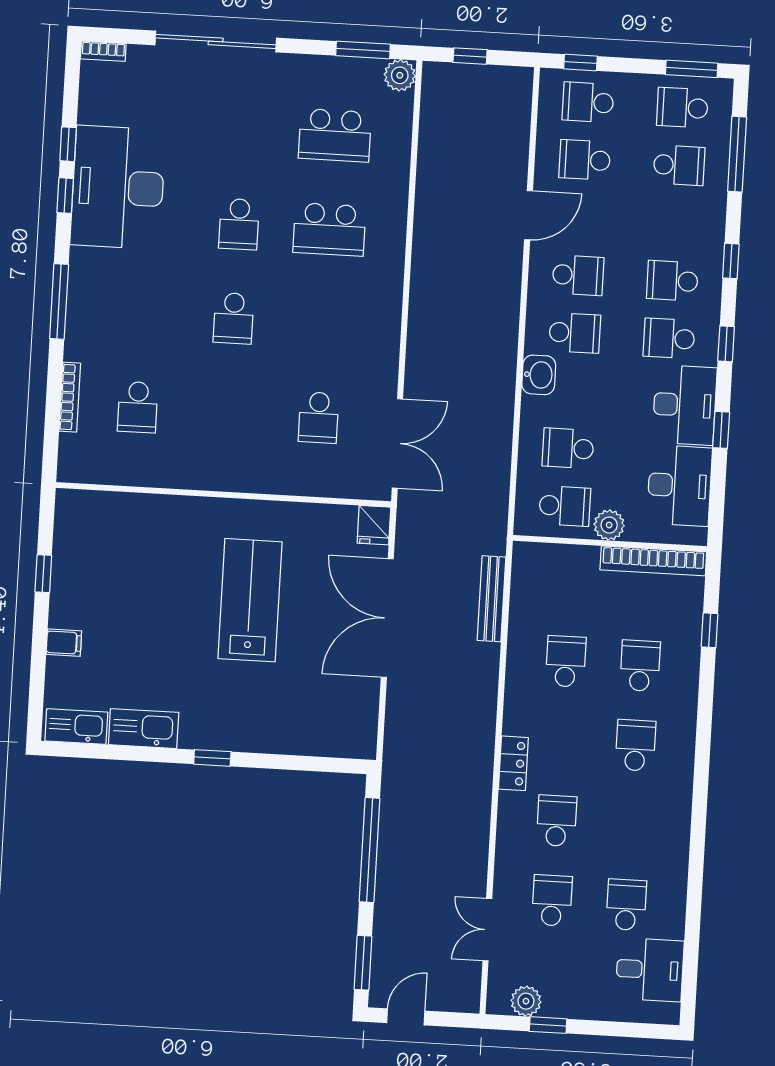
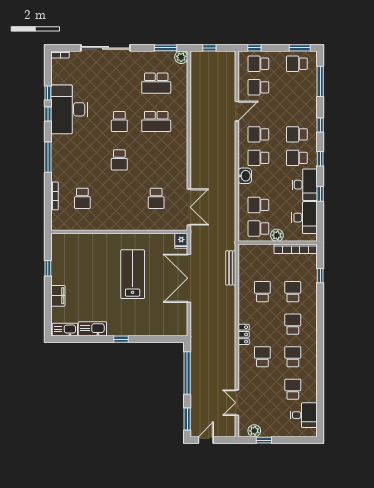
school desk: (679, 165) -> (297, 87), removed
school desk: (578, 275) -> (258, 134), turned 180
school desk: (575, 333) -> (258, 158), turned 180
school desk: (565, 506) -> (258, 229), turned 180
filing cabinet: (64, 643) -> (58, 296), width x2.00
school desk: (552, 900) -> (293, 357), moved

